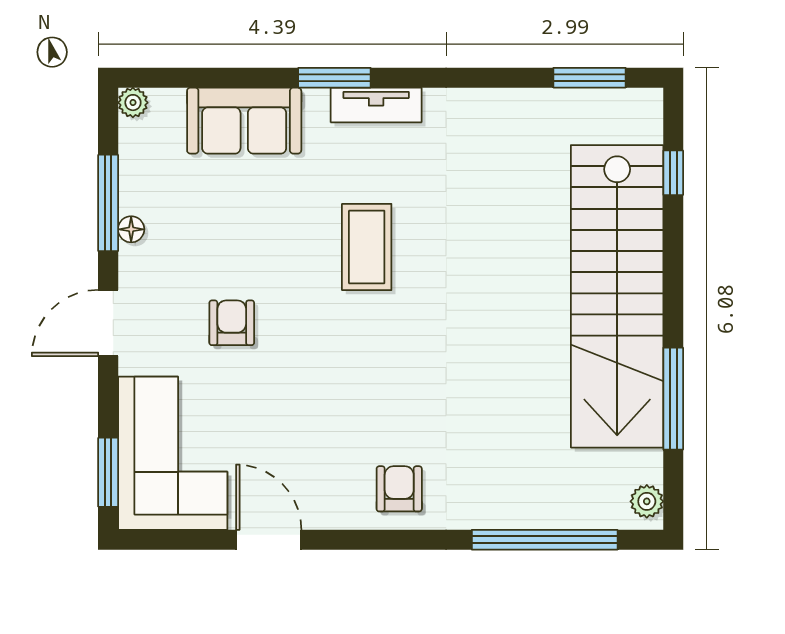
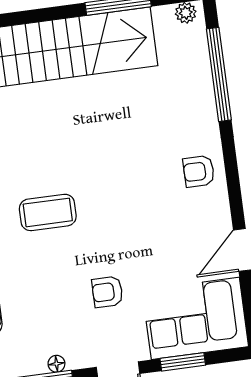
window: (108, 472) -> (183, 362), moved

